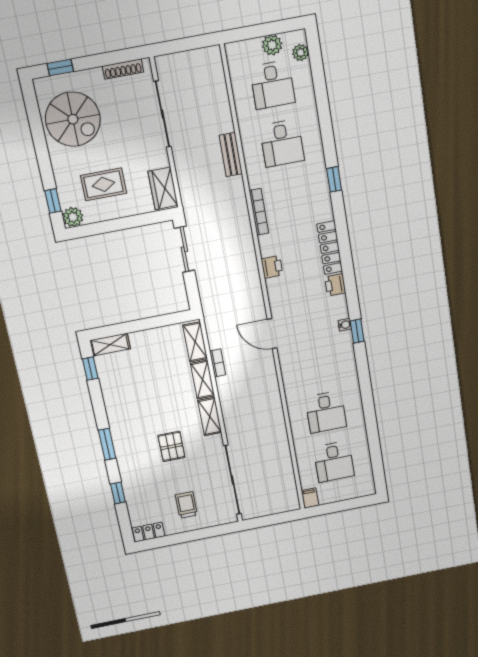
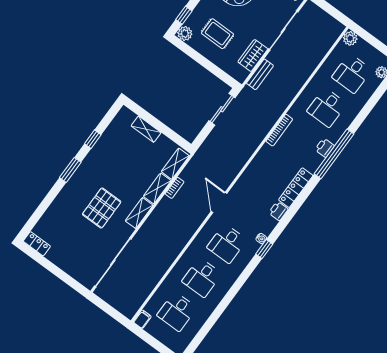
plant: (272, 45) -> (350, 38), moved
bench: (231, 155) -> (260, 74), moved
window: (334, 179) -> (334, 154), width x3.17
wardrobe: (163, 188) -> (253, 55), moved
printer: (272, 267) -> (325, 148), moved, turned 180
shelving: (110, 345) -> (146, 129), moved
desk: (318, 361) -> (227, 244), added
window: (90, 369) -> (93, 139), moved
pallet: (171, 446) -> (102, 208), width x1.50, depth x1.42
window: (118, 493) -> (46, 203), removed
trolley: (186, 505) -> (73, 250), removed

